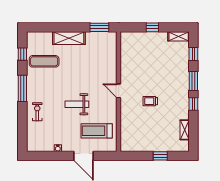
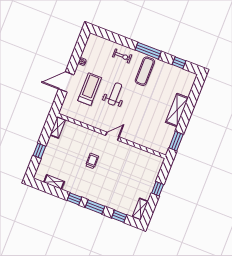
exercise mat: (44, 61) -> (145, 71), moved
treadmill: (97, 131) -> (90, 89), moved
shelving: (131, 147) -> (58, 127), added

